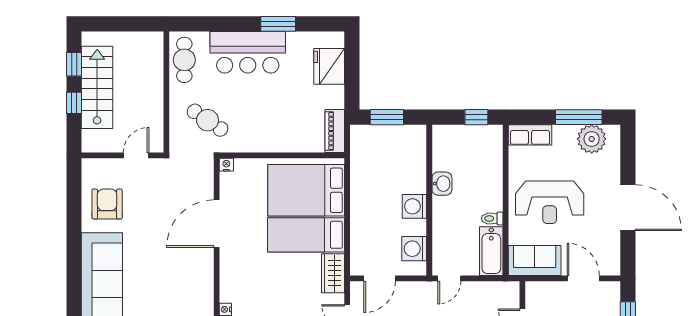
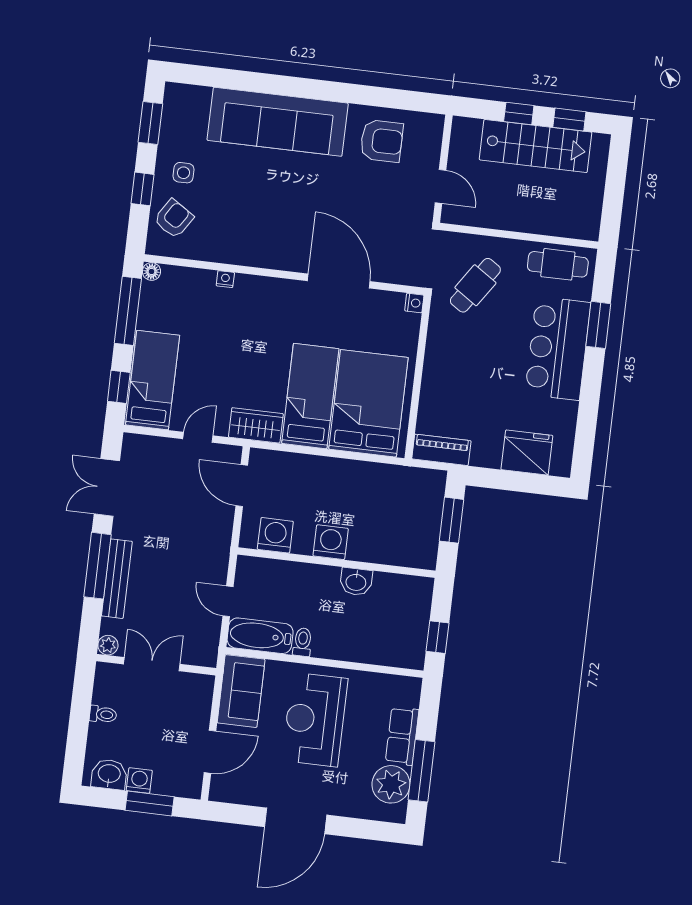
window: (278, 24) -> (598, 325), moved
row of seats: (530, 135) -> (402, 736), moved
door: (449, 278) -> (228, 601), moved

